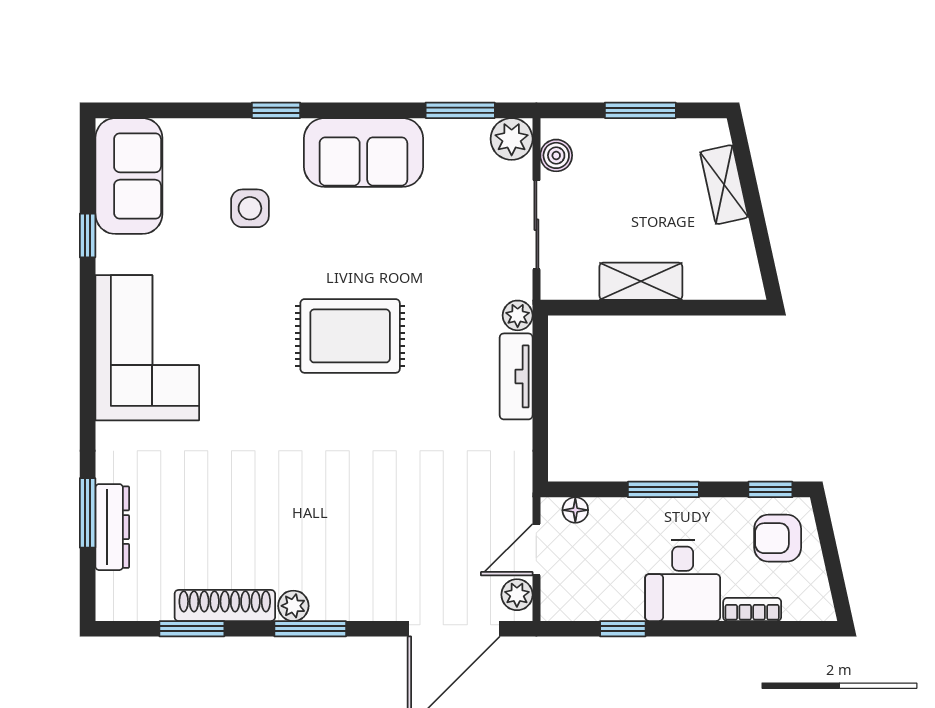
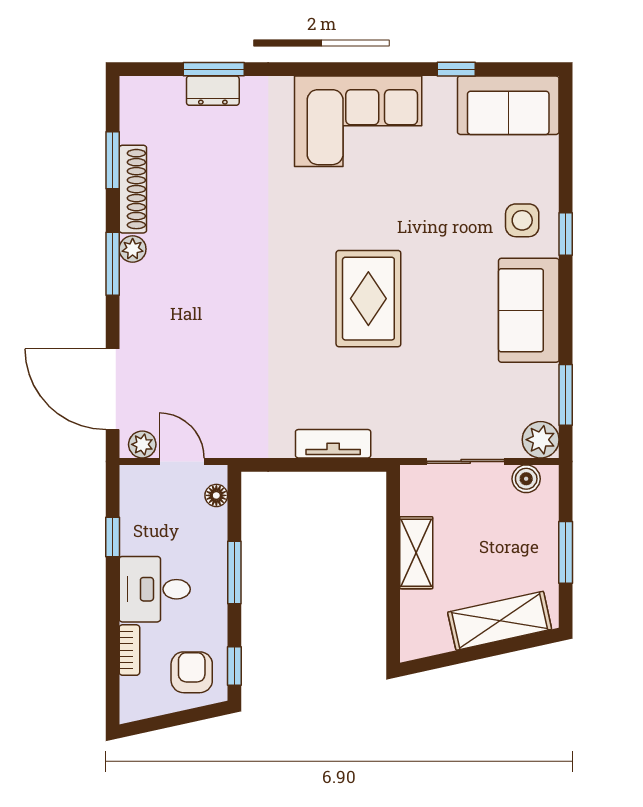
shelving: (724, 185) -> (500, 621), width x1.50, depth x1.33
side table: (250, 208) -> (522, 220), moved
plant: (518, 315) -> (386, 445), removed
dresser: (112, 527) -> (213, 91), width x0.70

